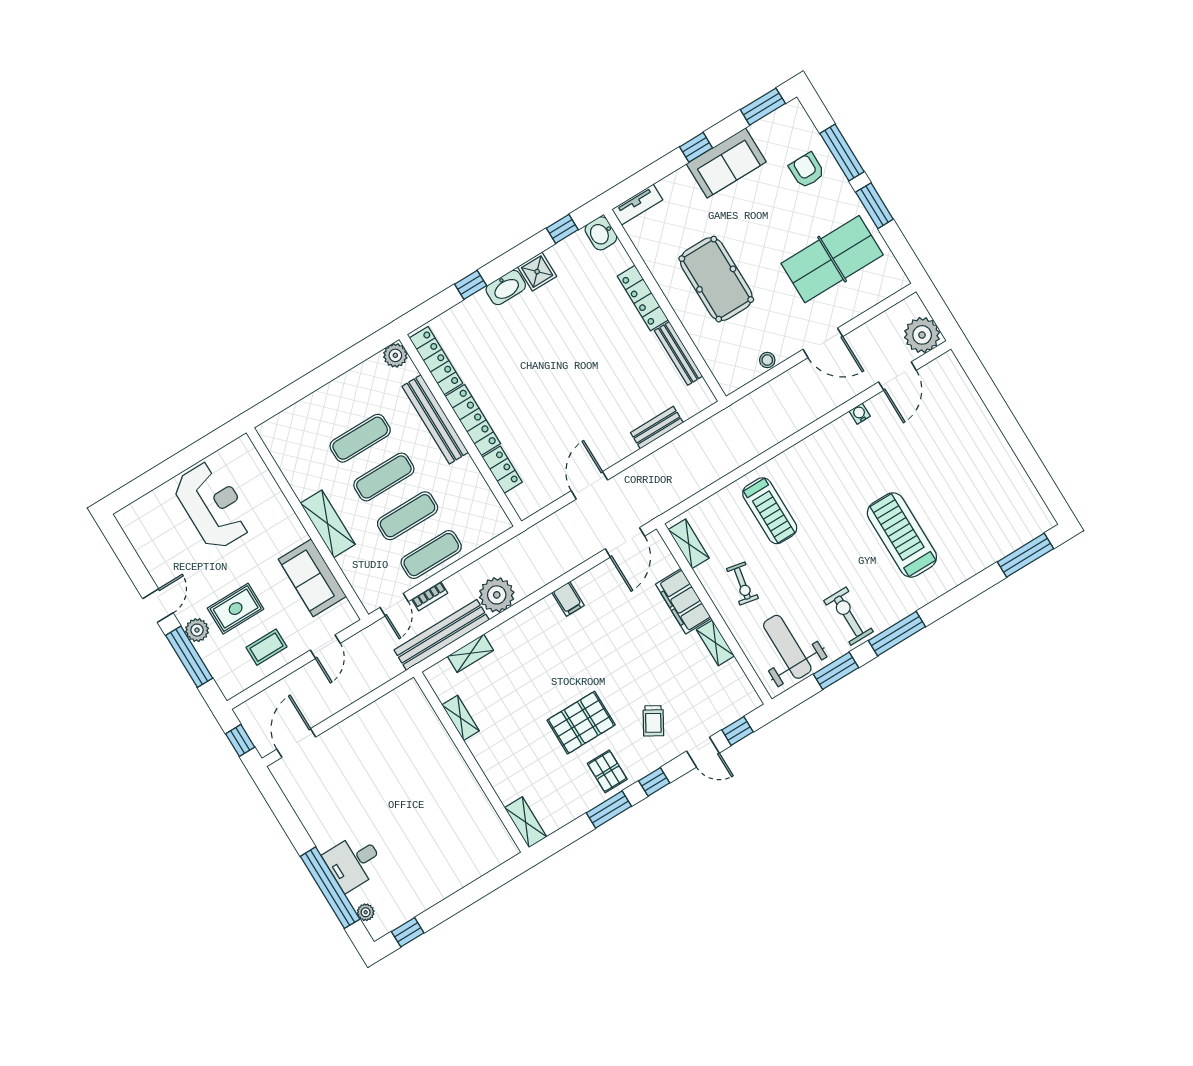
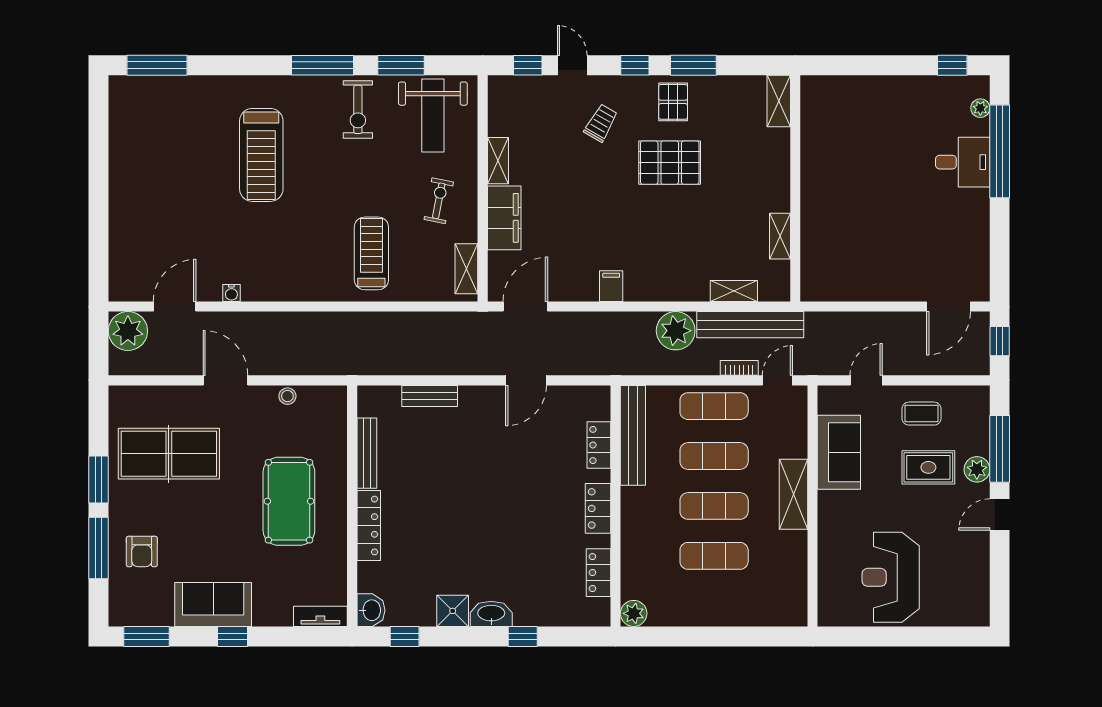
locker: (436, 361) -> (599, 573), width x0.66
bench: (435, 419) -> (633, 435), moved
locker: (473, 420) -> (598, 508), width x0.66

